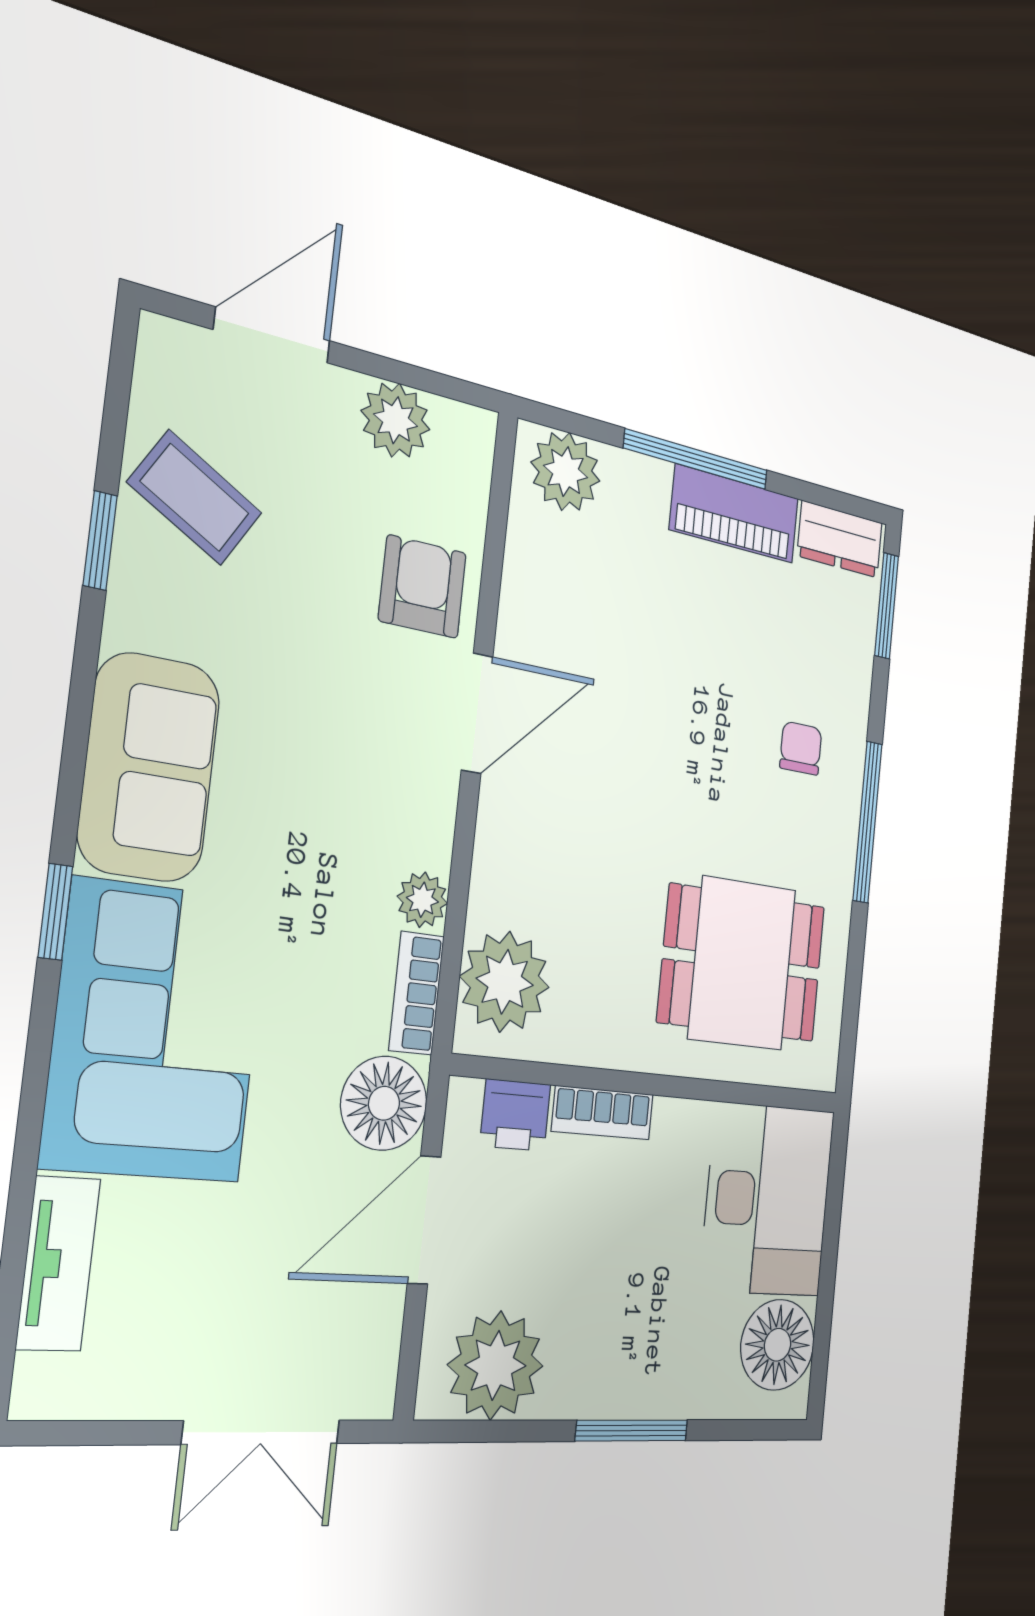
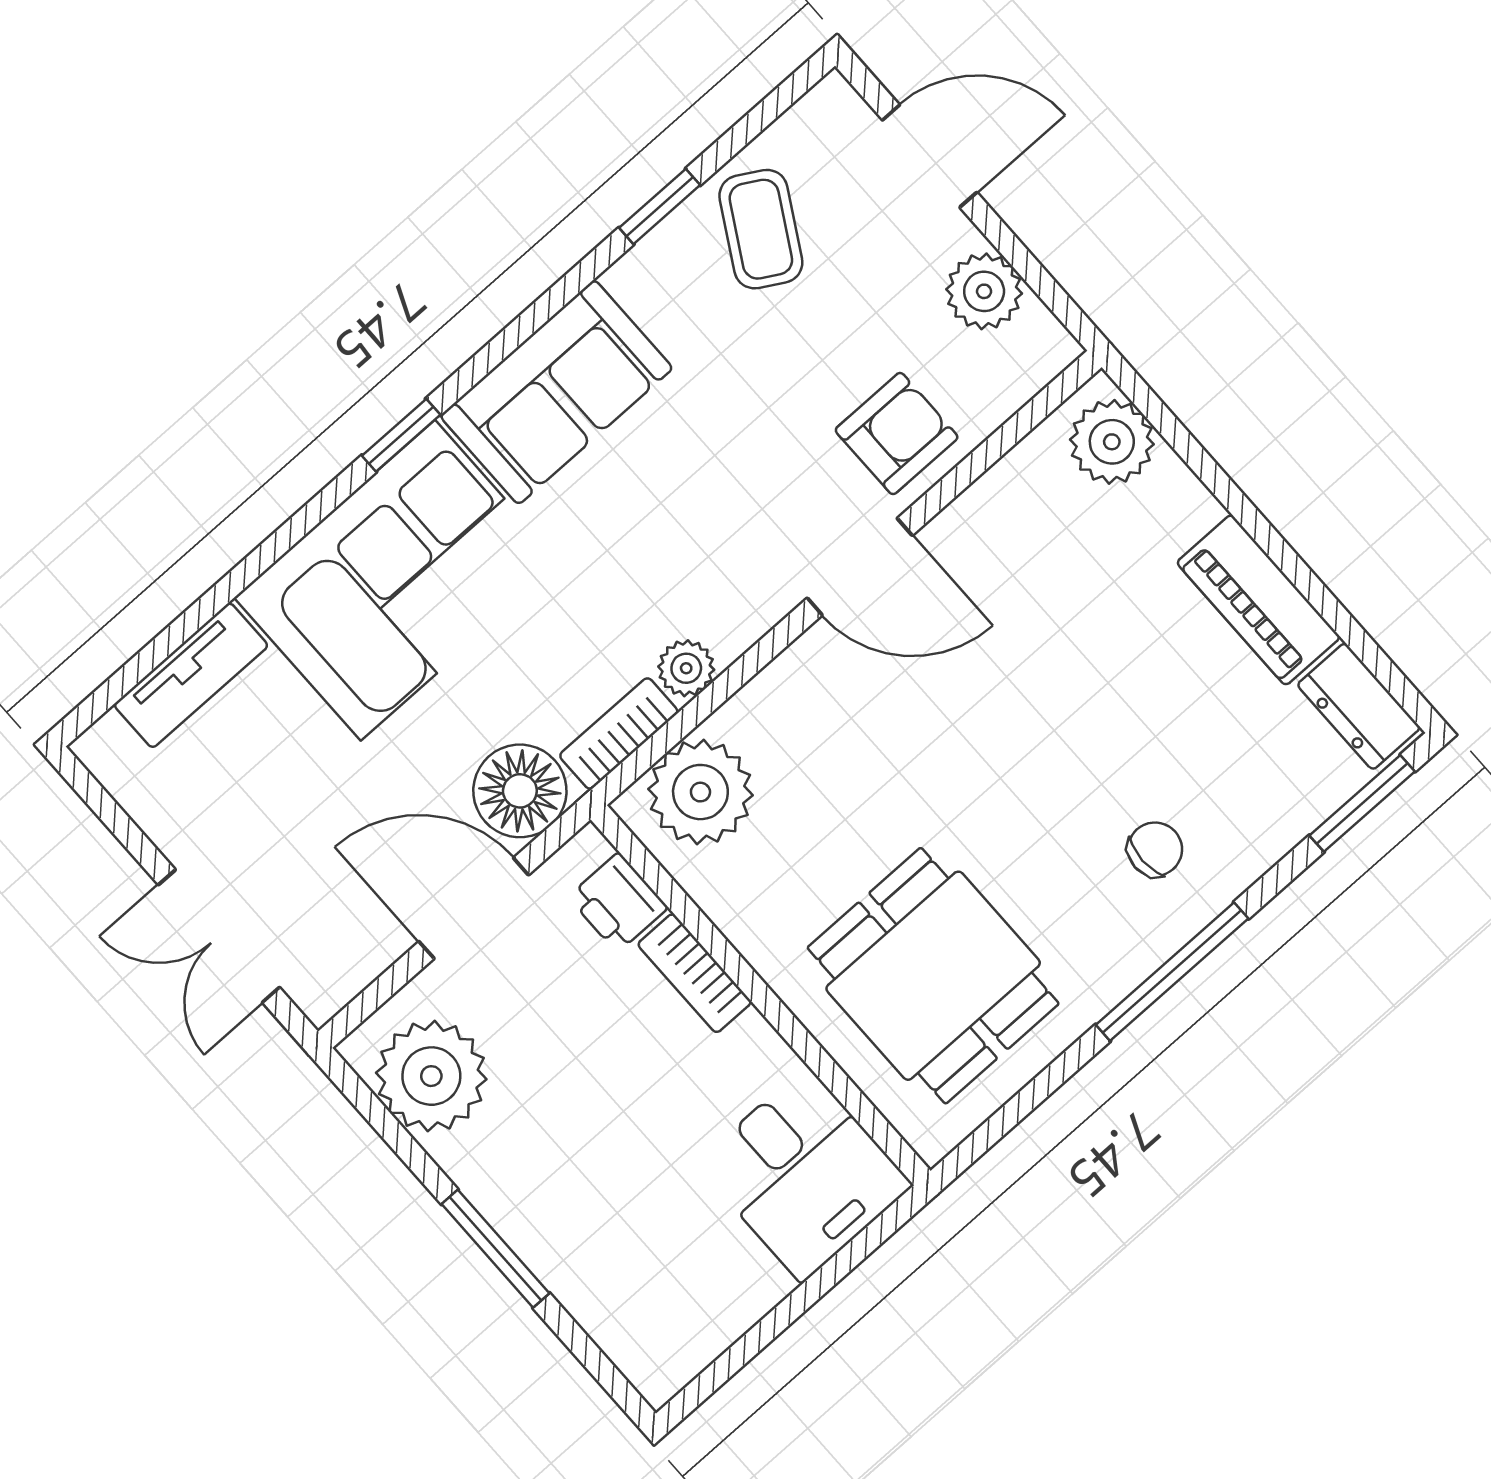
window: (696, 459) -> (1257, 526), removed
desk: (768, 1200) -> (804, 1174), width x0.73
floor lamp: (778, 1345) -> (685, 1322), removed

